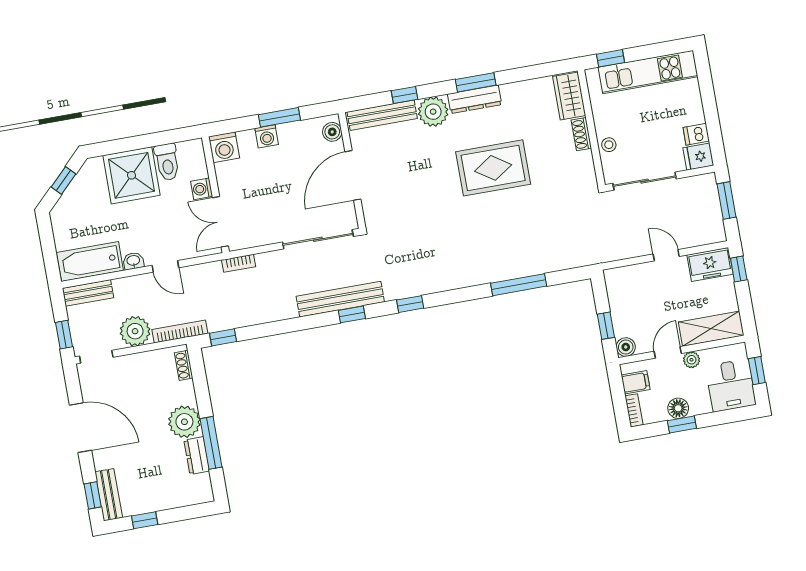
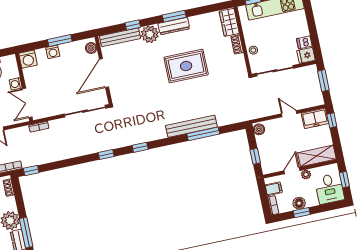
bench: (340, 299) -> (191, 126), moved
boiler: (626, 347) -> (259, 129), moved

